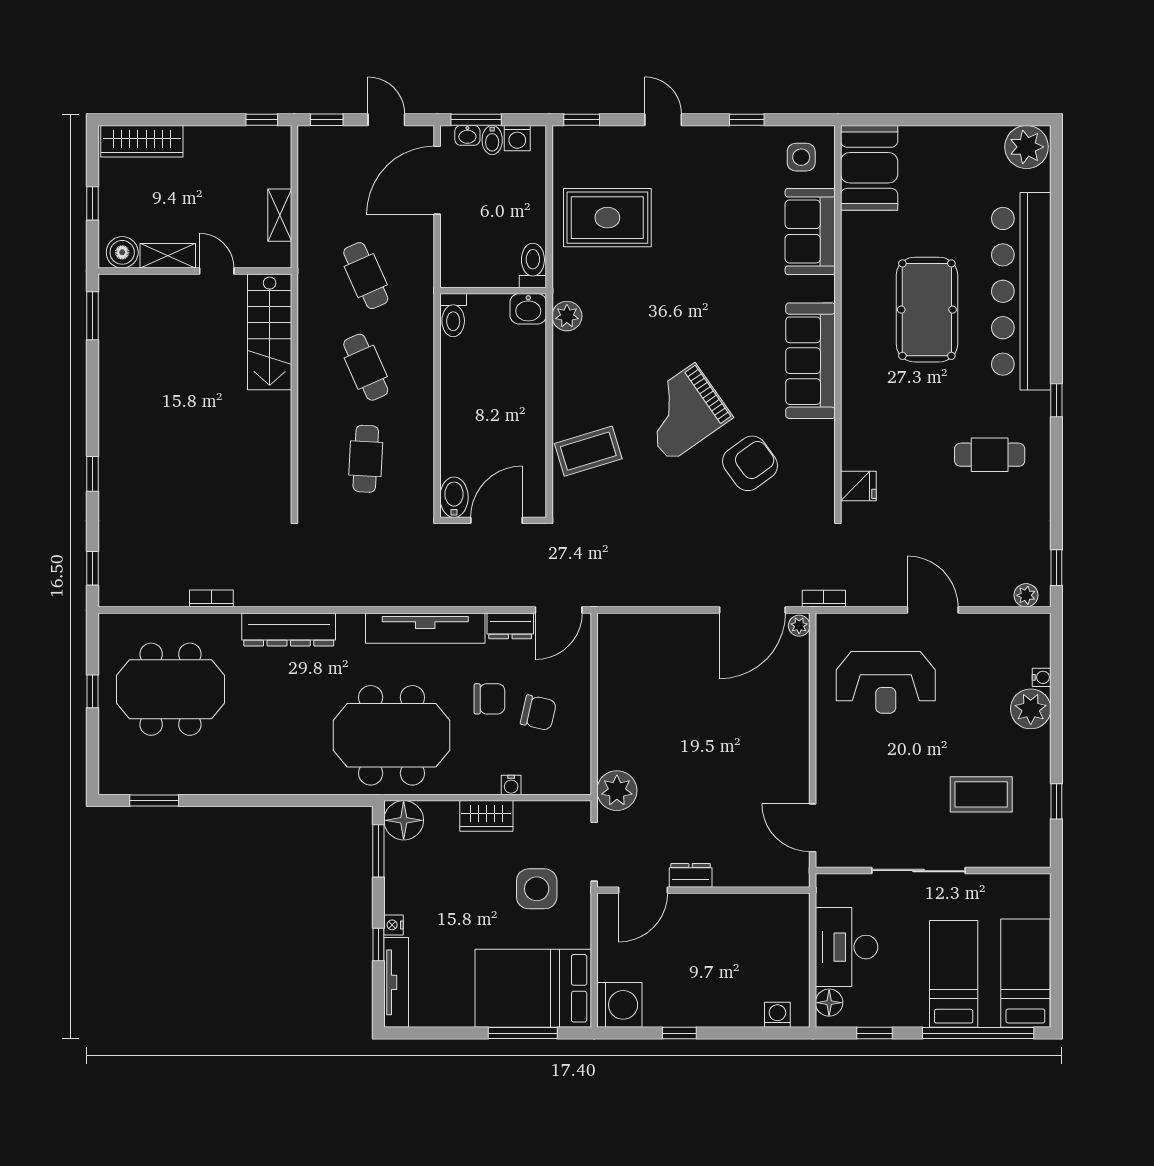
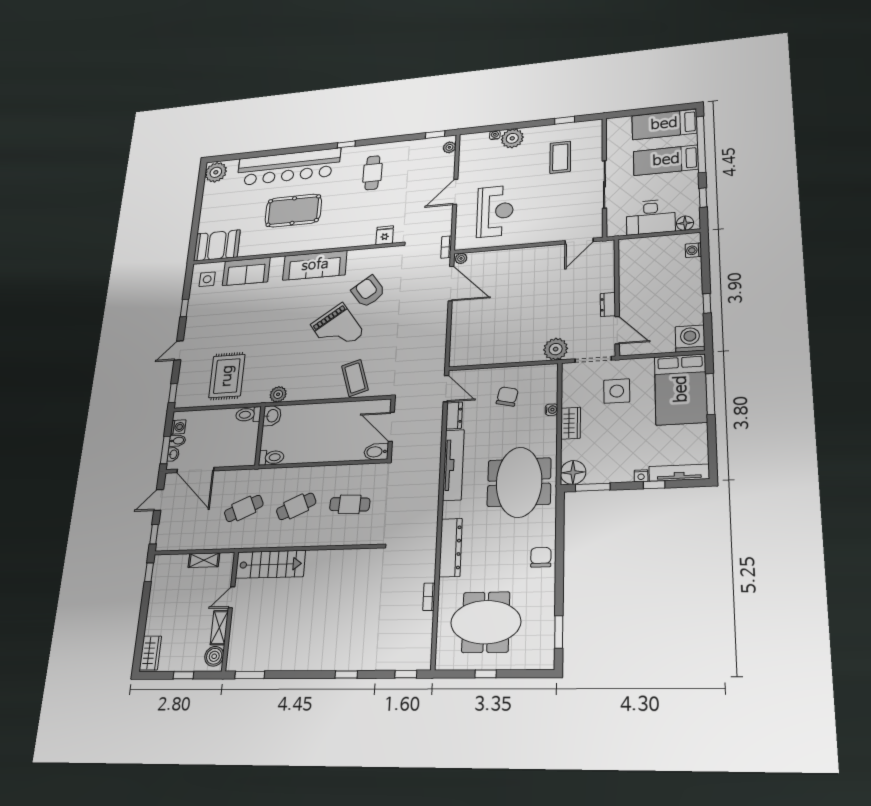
wardrobe: (142, 141) -> (150, 653), width x0.67
meeting table: (170, 689) -> (486, 622), turned 90
chair: (489, 699) -> (541, 557), moved

